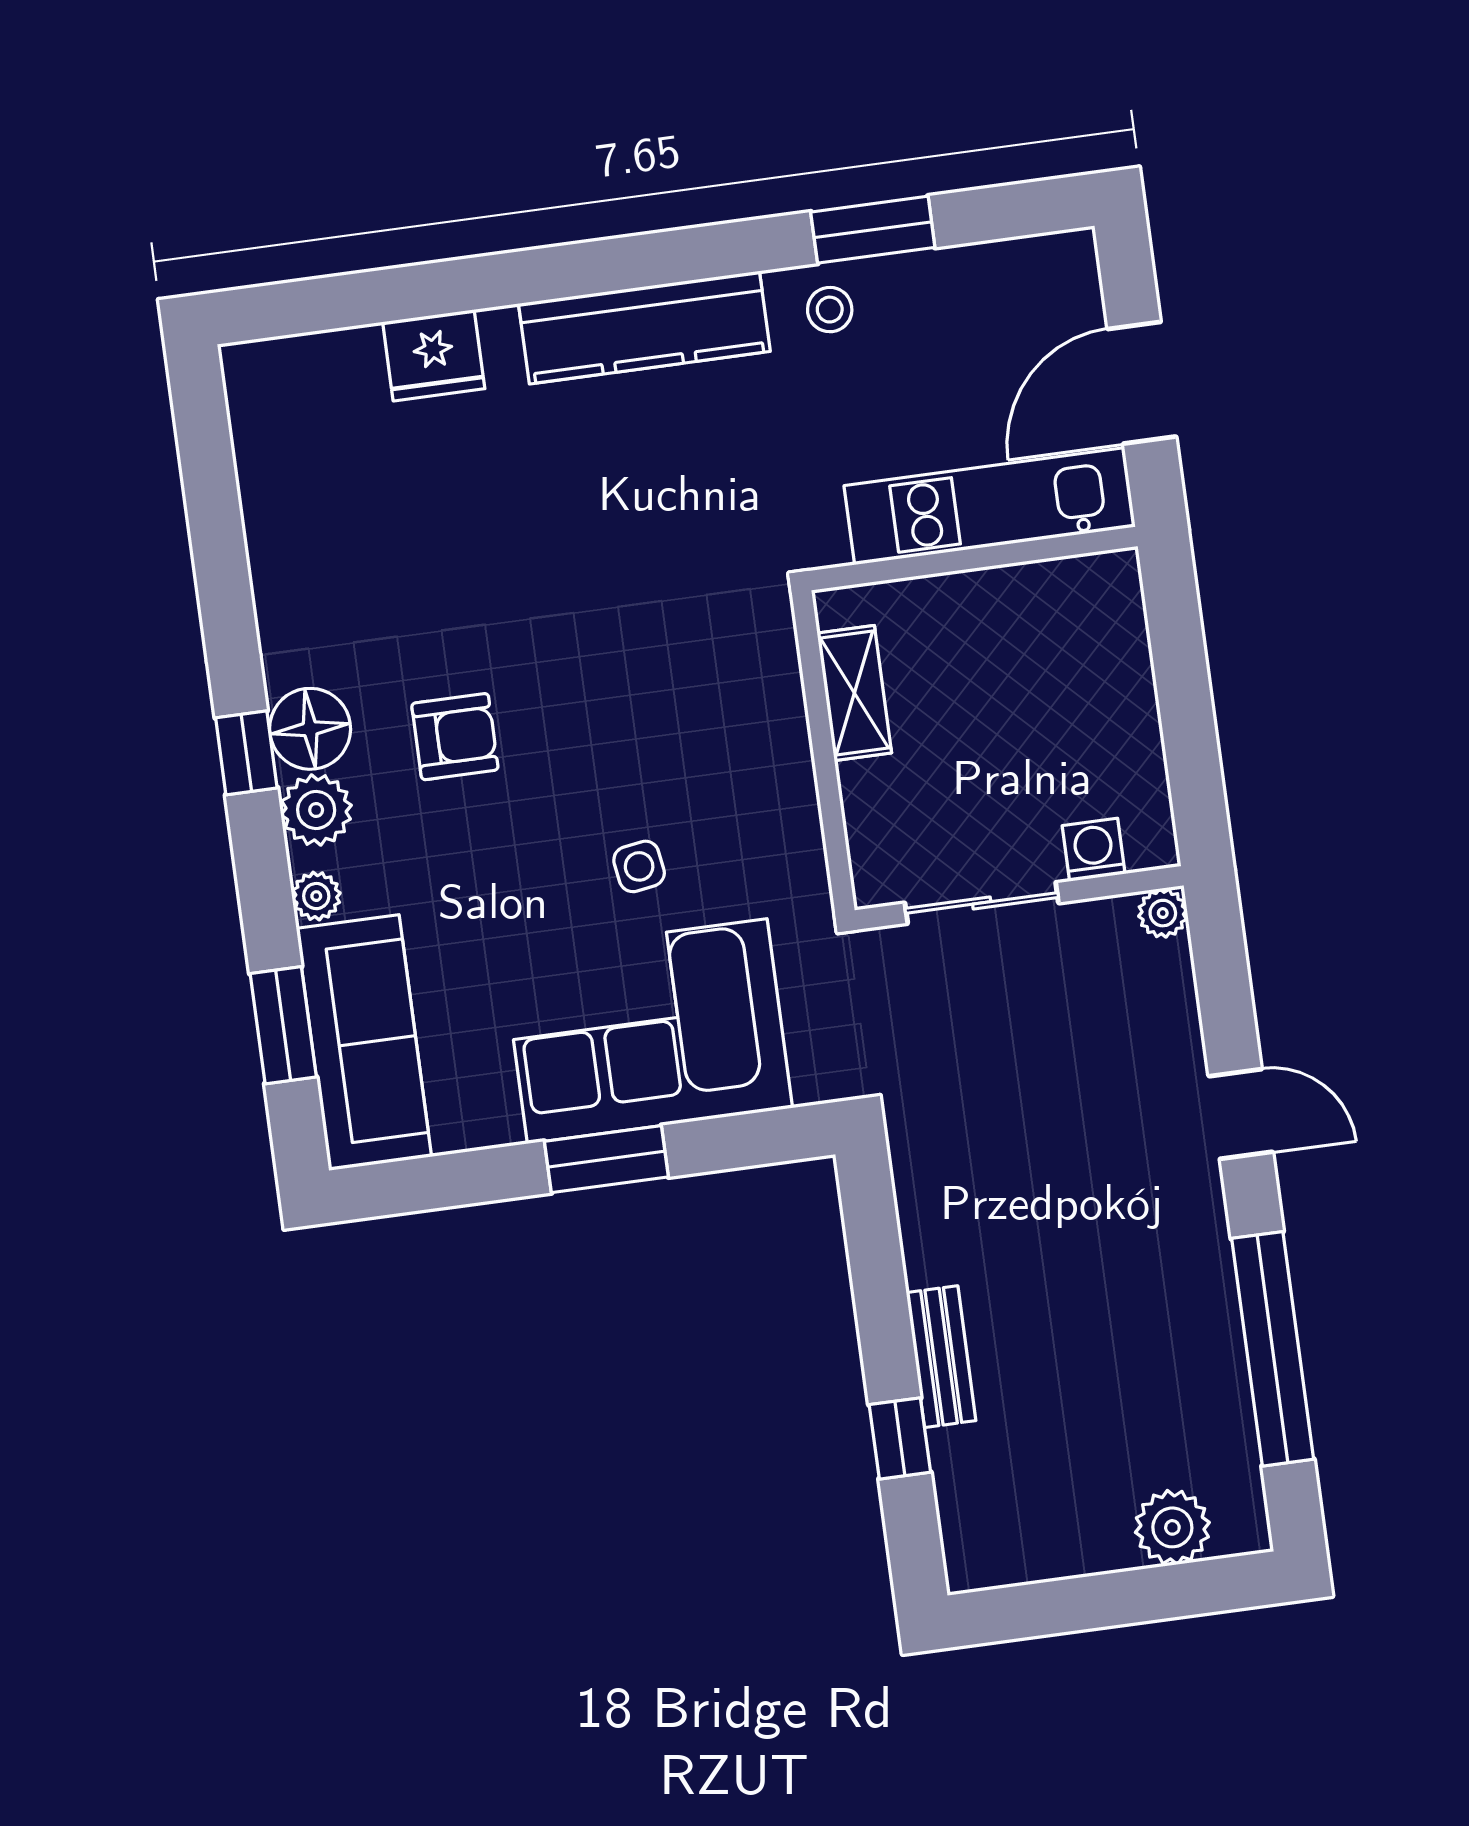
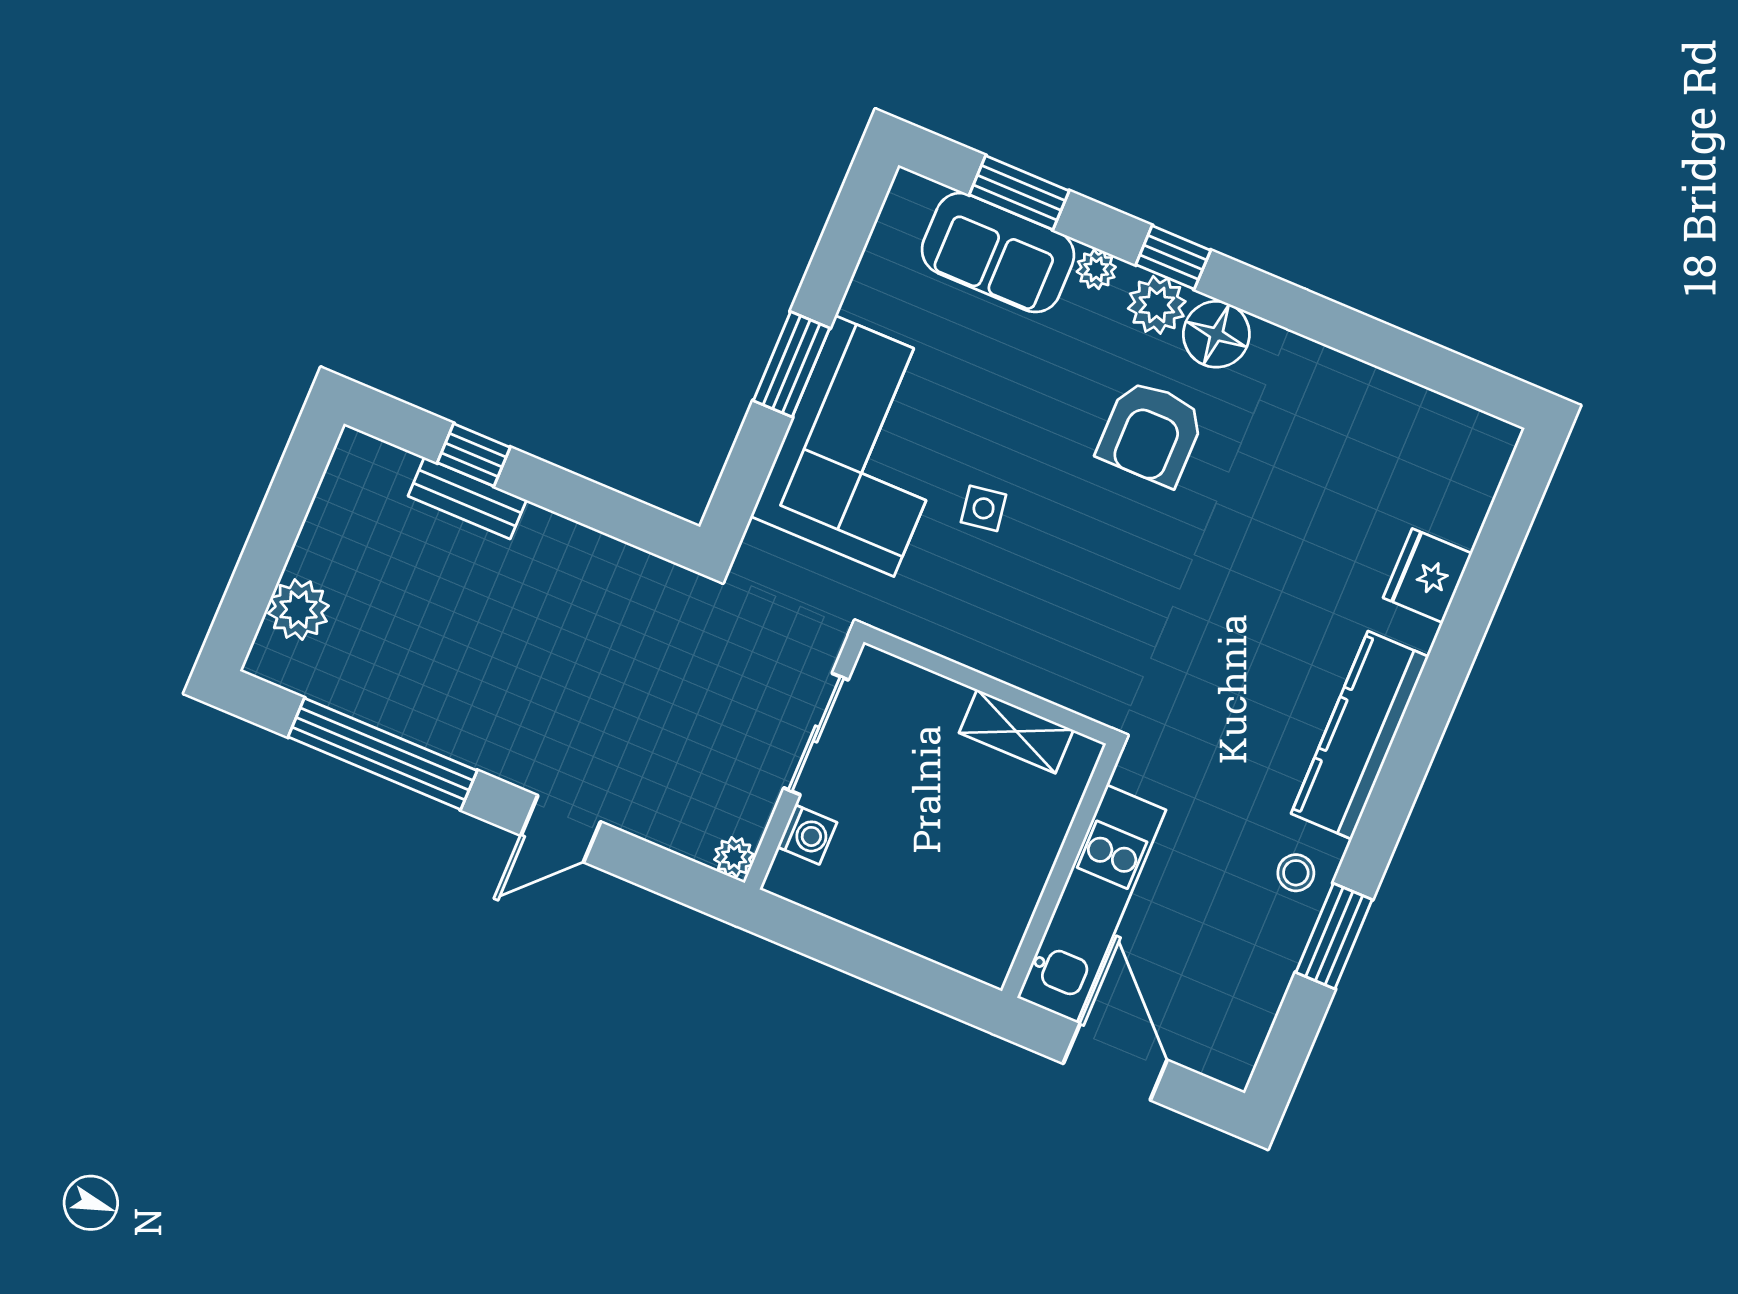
armchair: (455, 737) -> (1151, 433), width x1.38, depth x1.38
window: (246, 753) -> (1173, 257), moved
sofa: (364, 1042) -> (998, 253), width x0.73
bench: (941, 1357) -> (467, 498), moved

